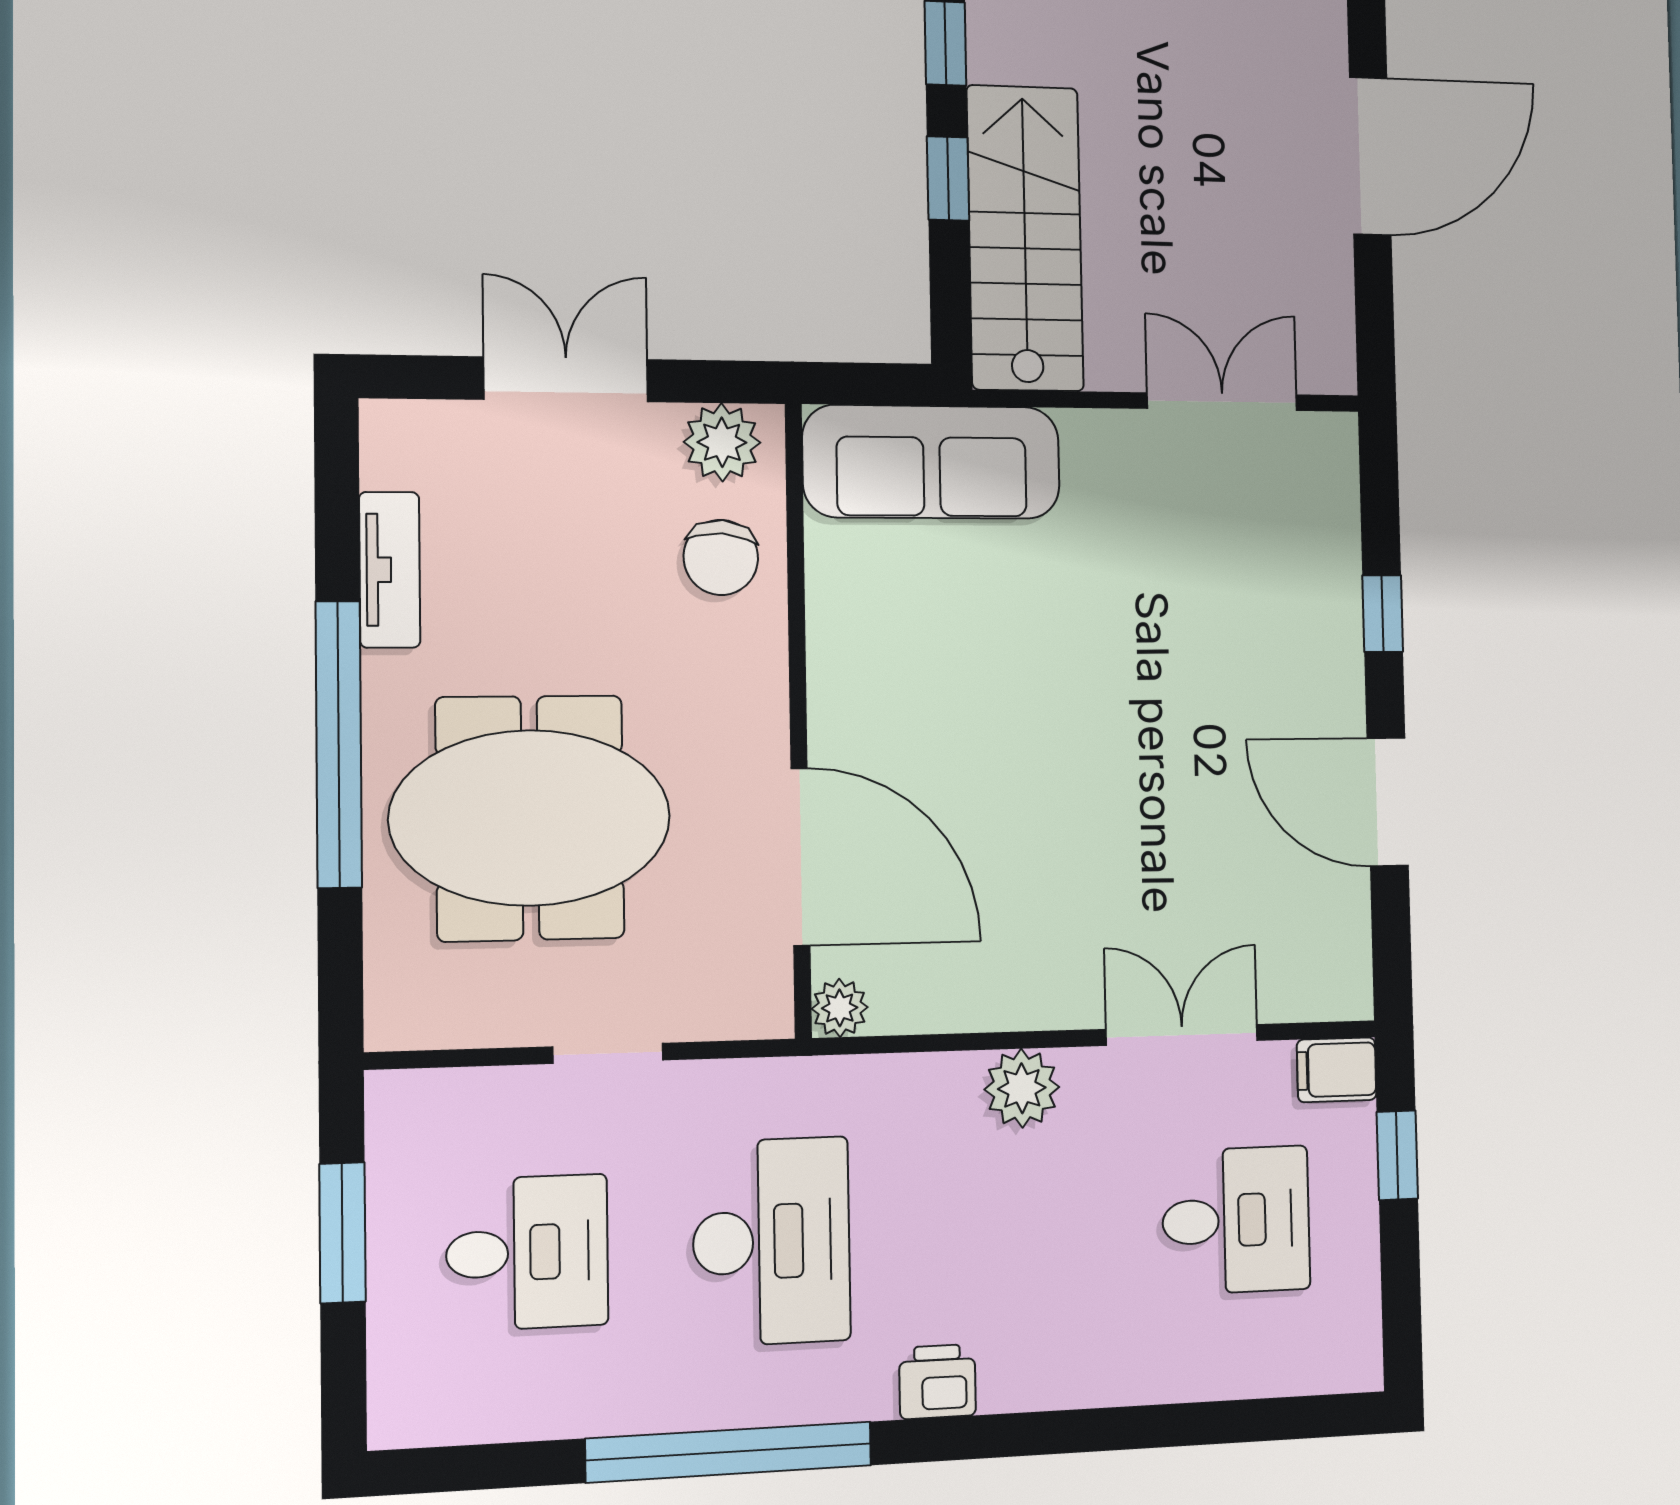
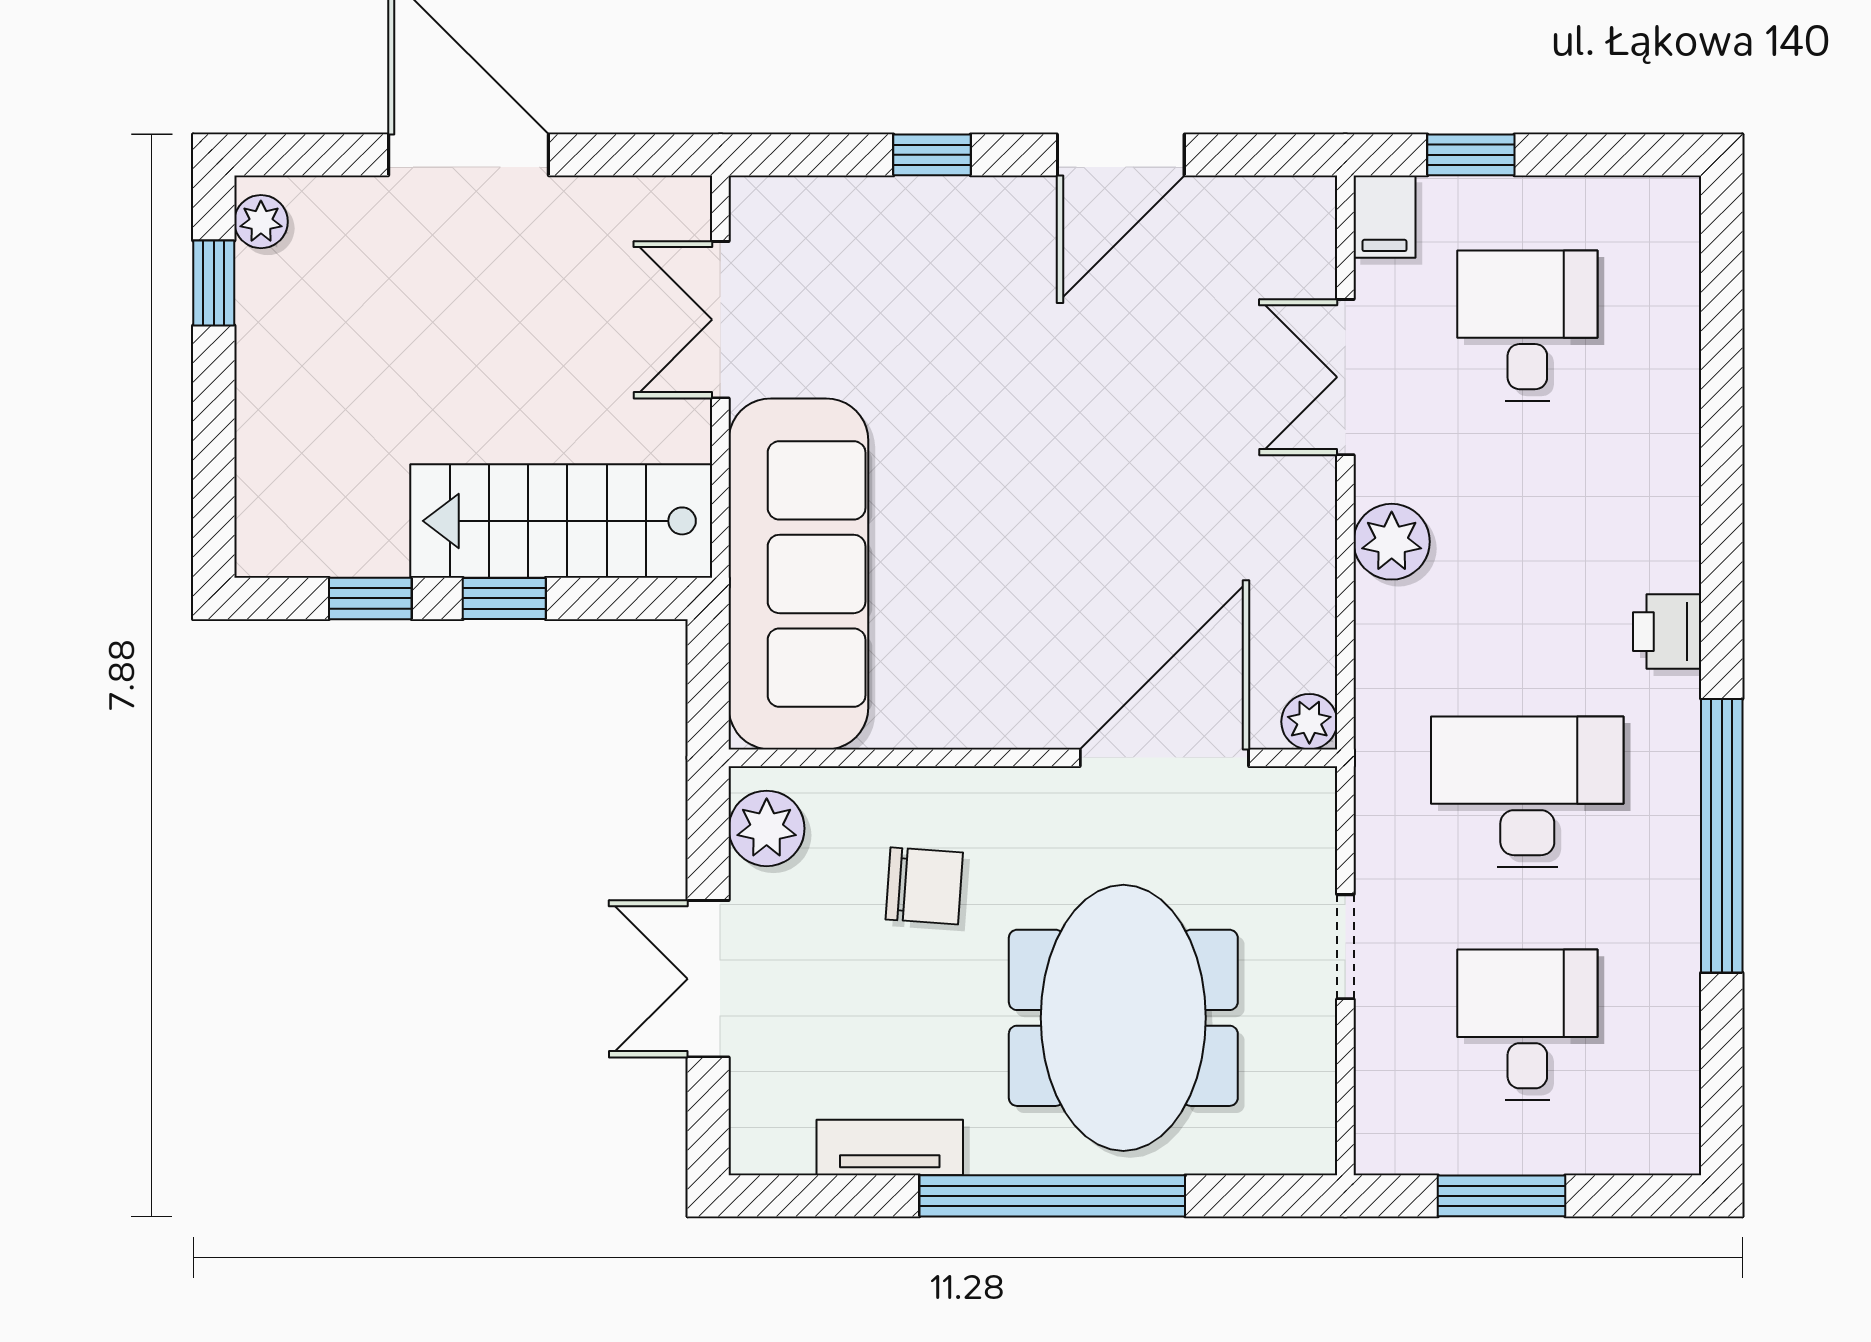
sofa: (932, 462) -> (798, 574), width x1.36, depth x1.27
chair: (721, 557) -> (924, 886), moved

